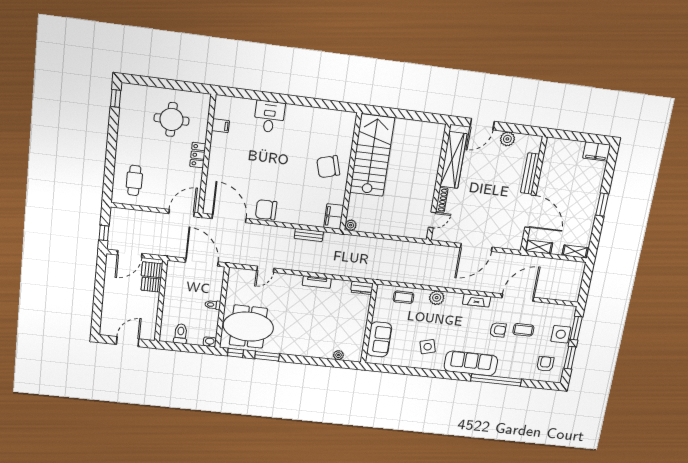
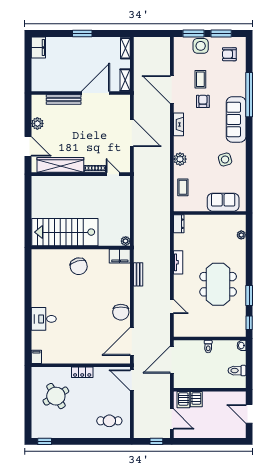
round table: (172, 119) -> (56, 396), turned -31
filing cabinet: (220, 126) -> (36, 357), moved
meeting table: (248, 327) -> (218, 284), moved

